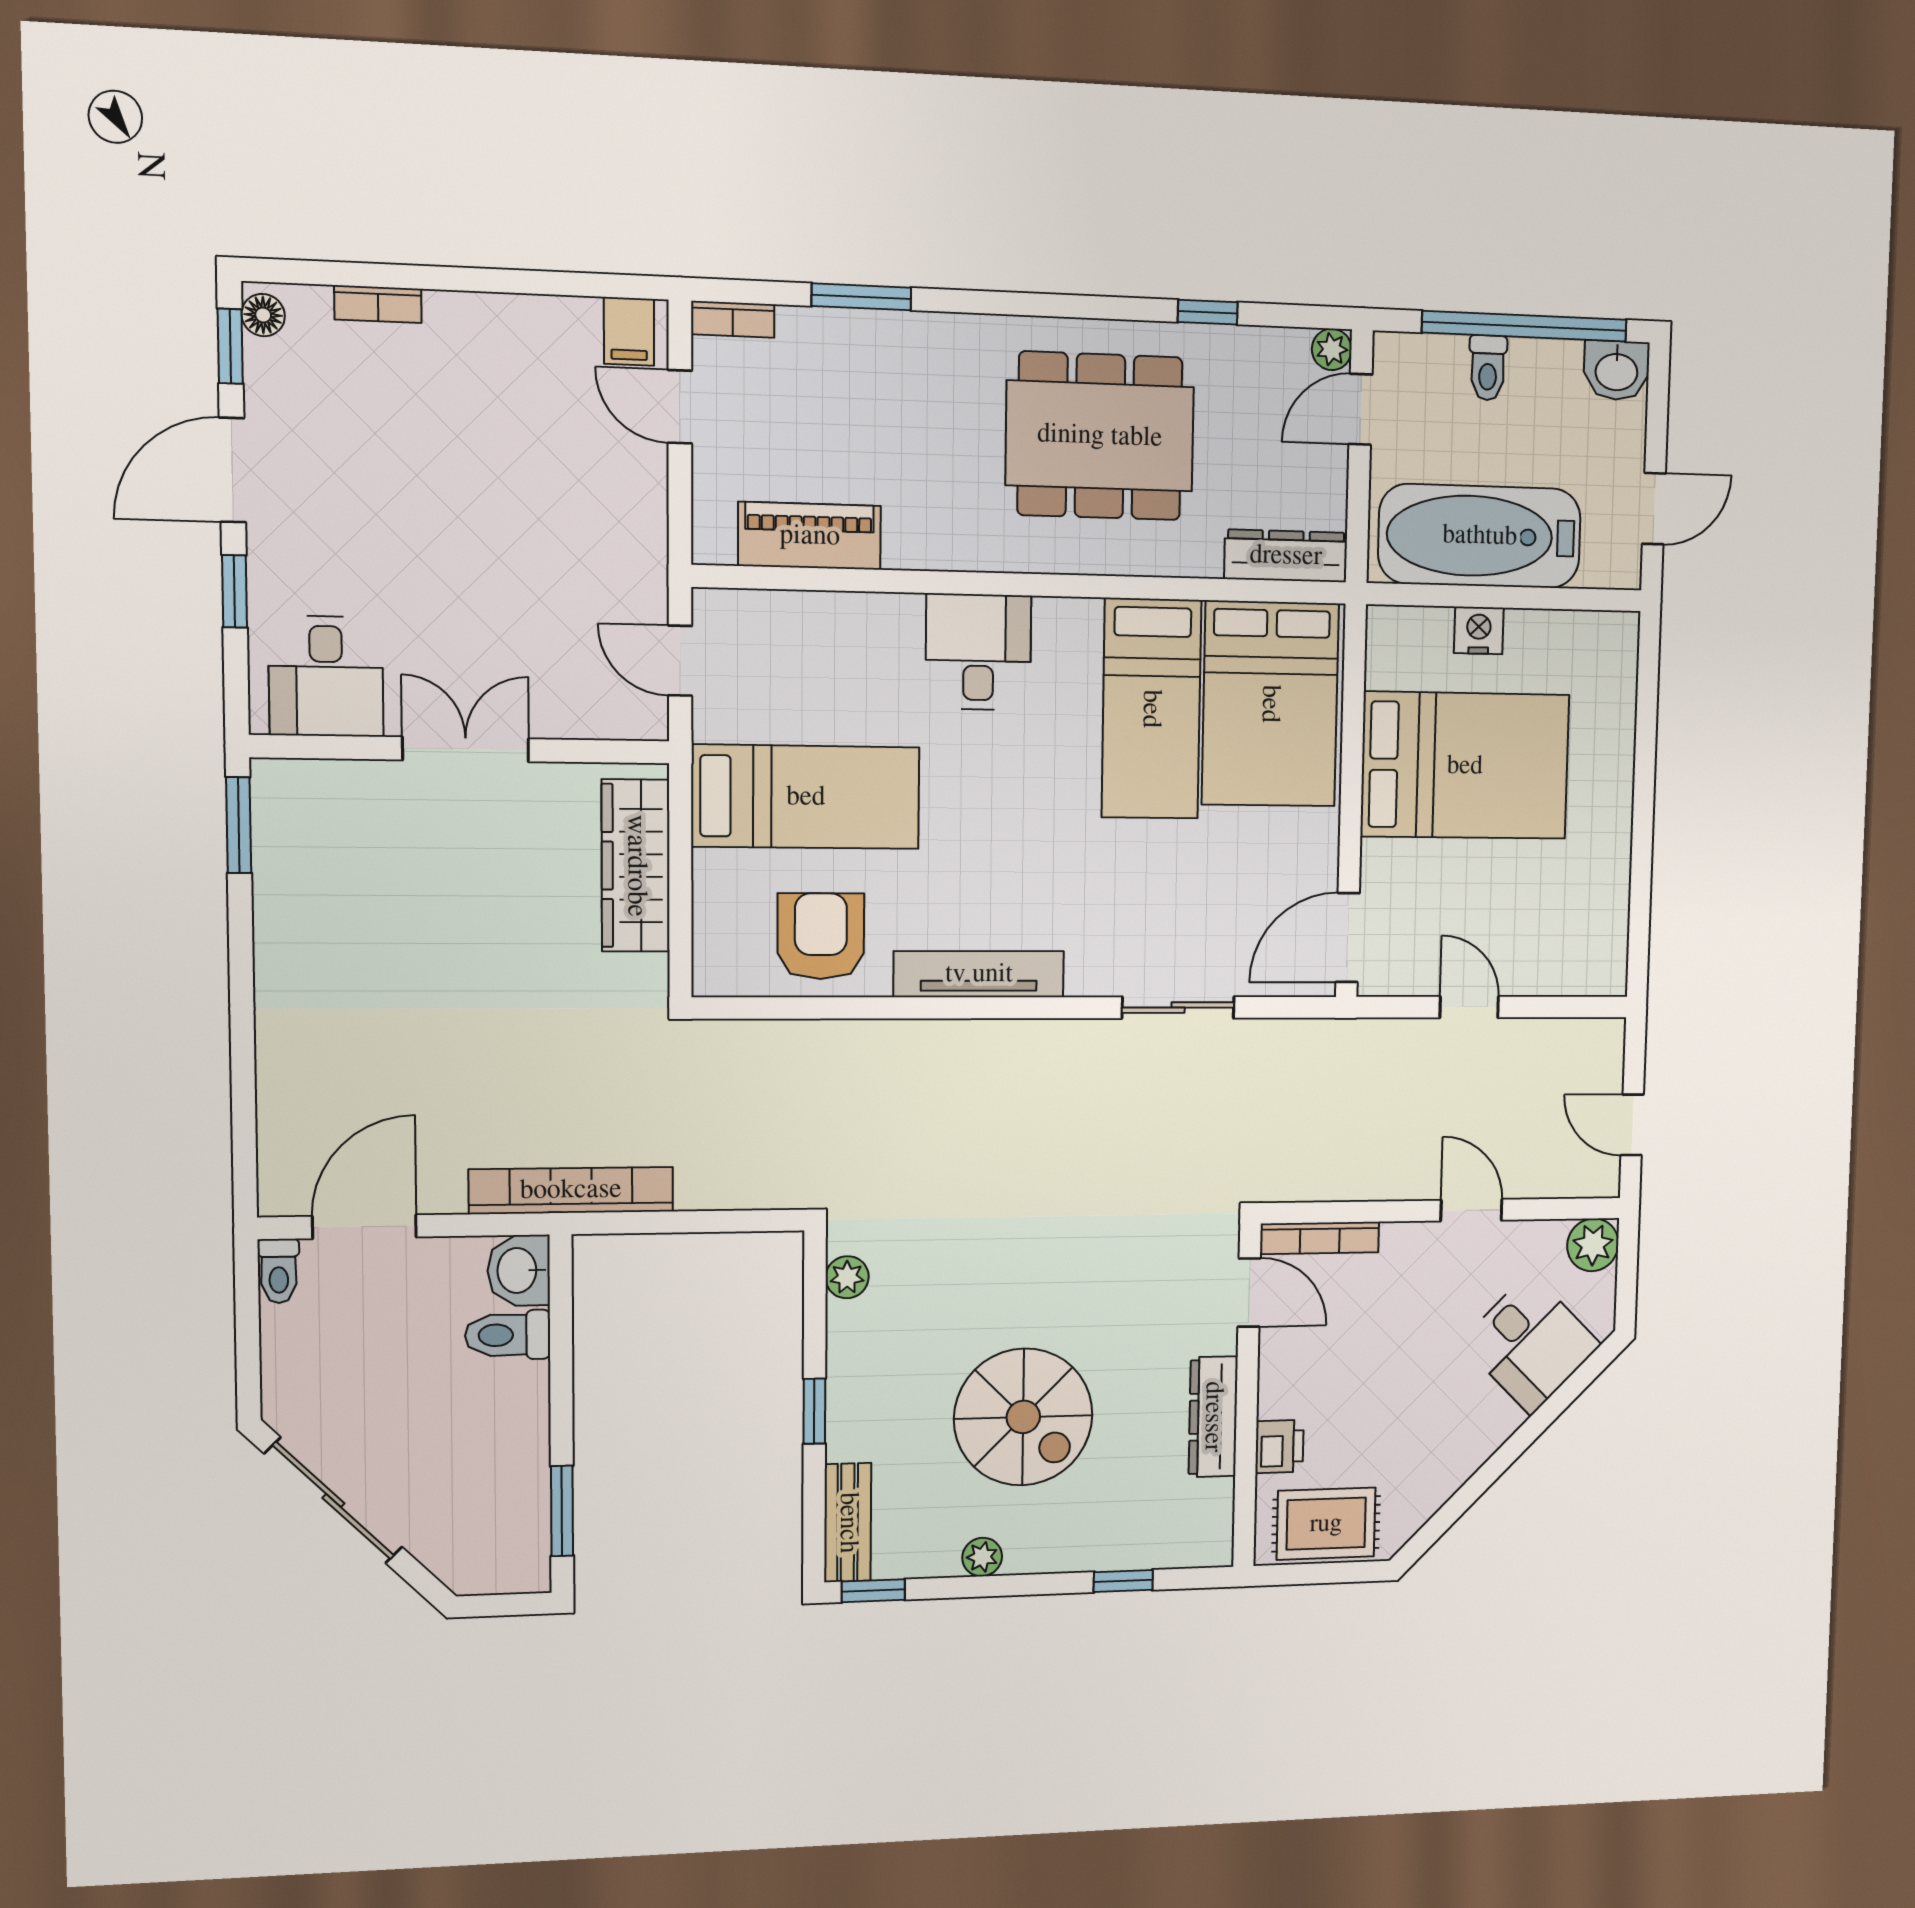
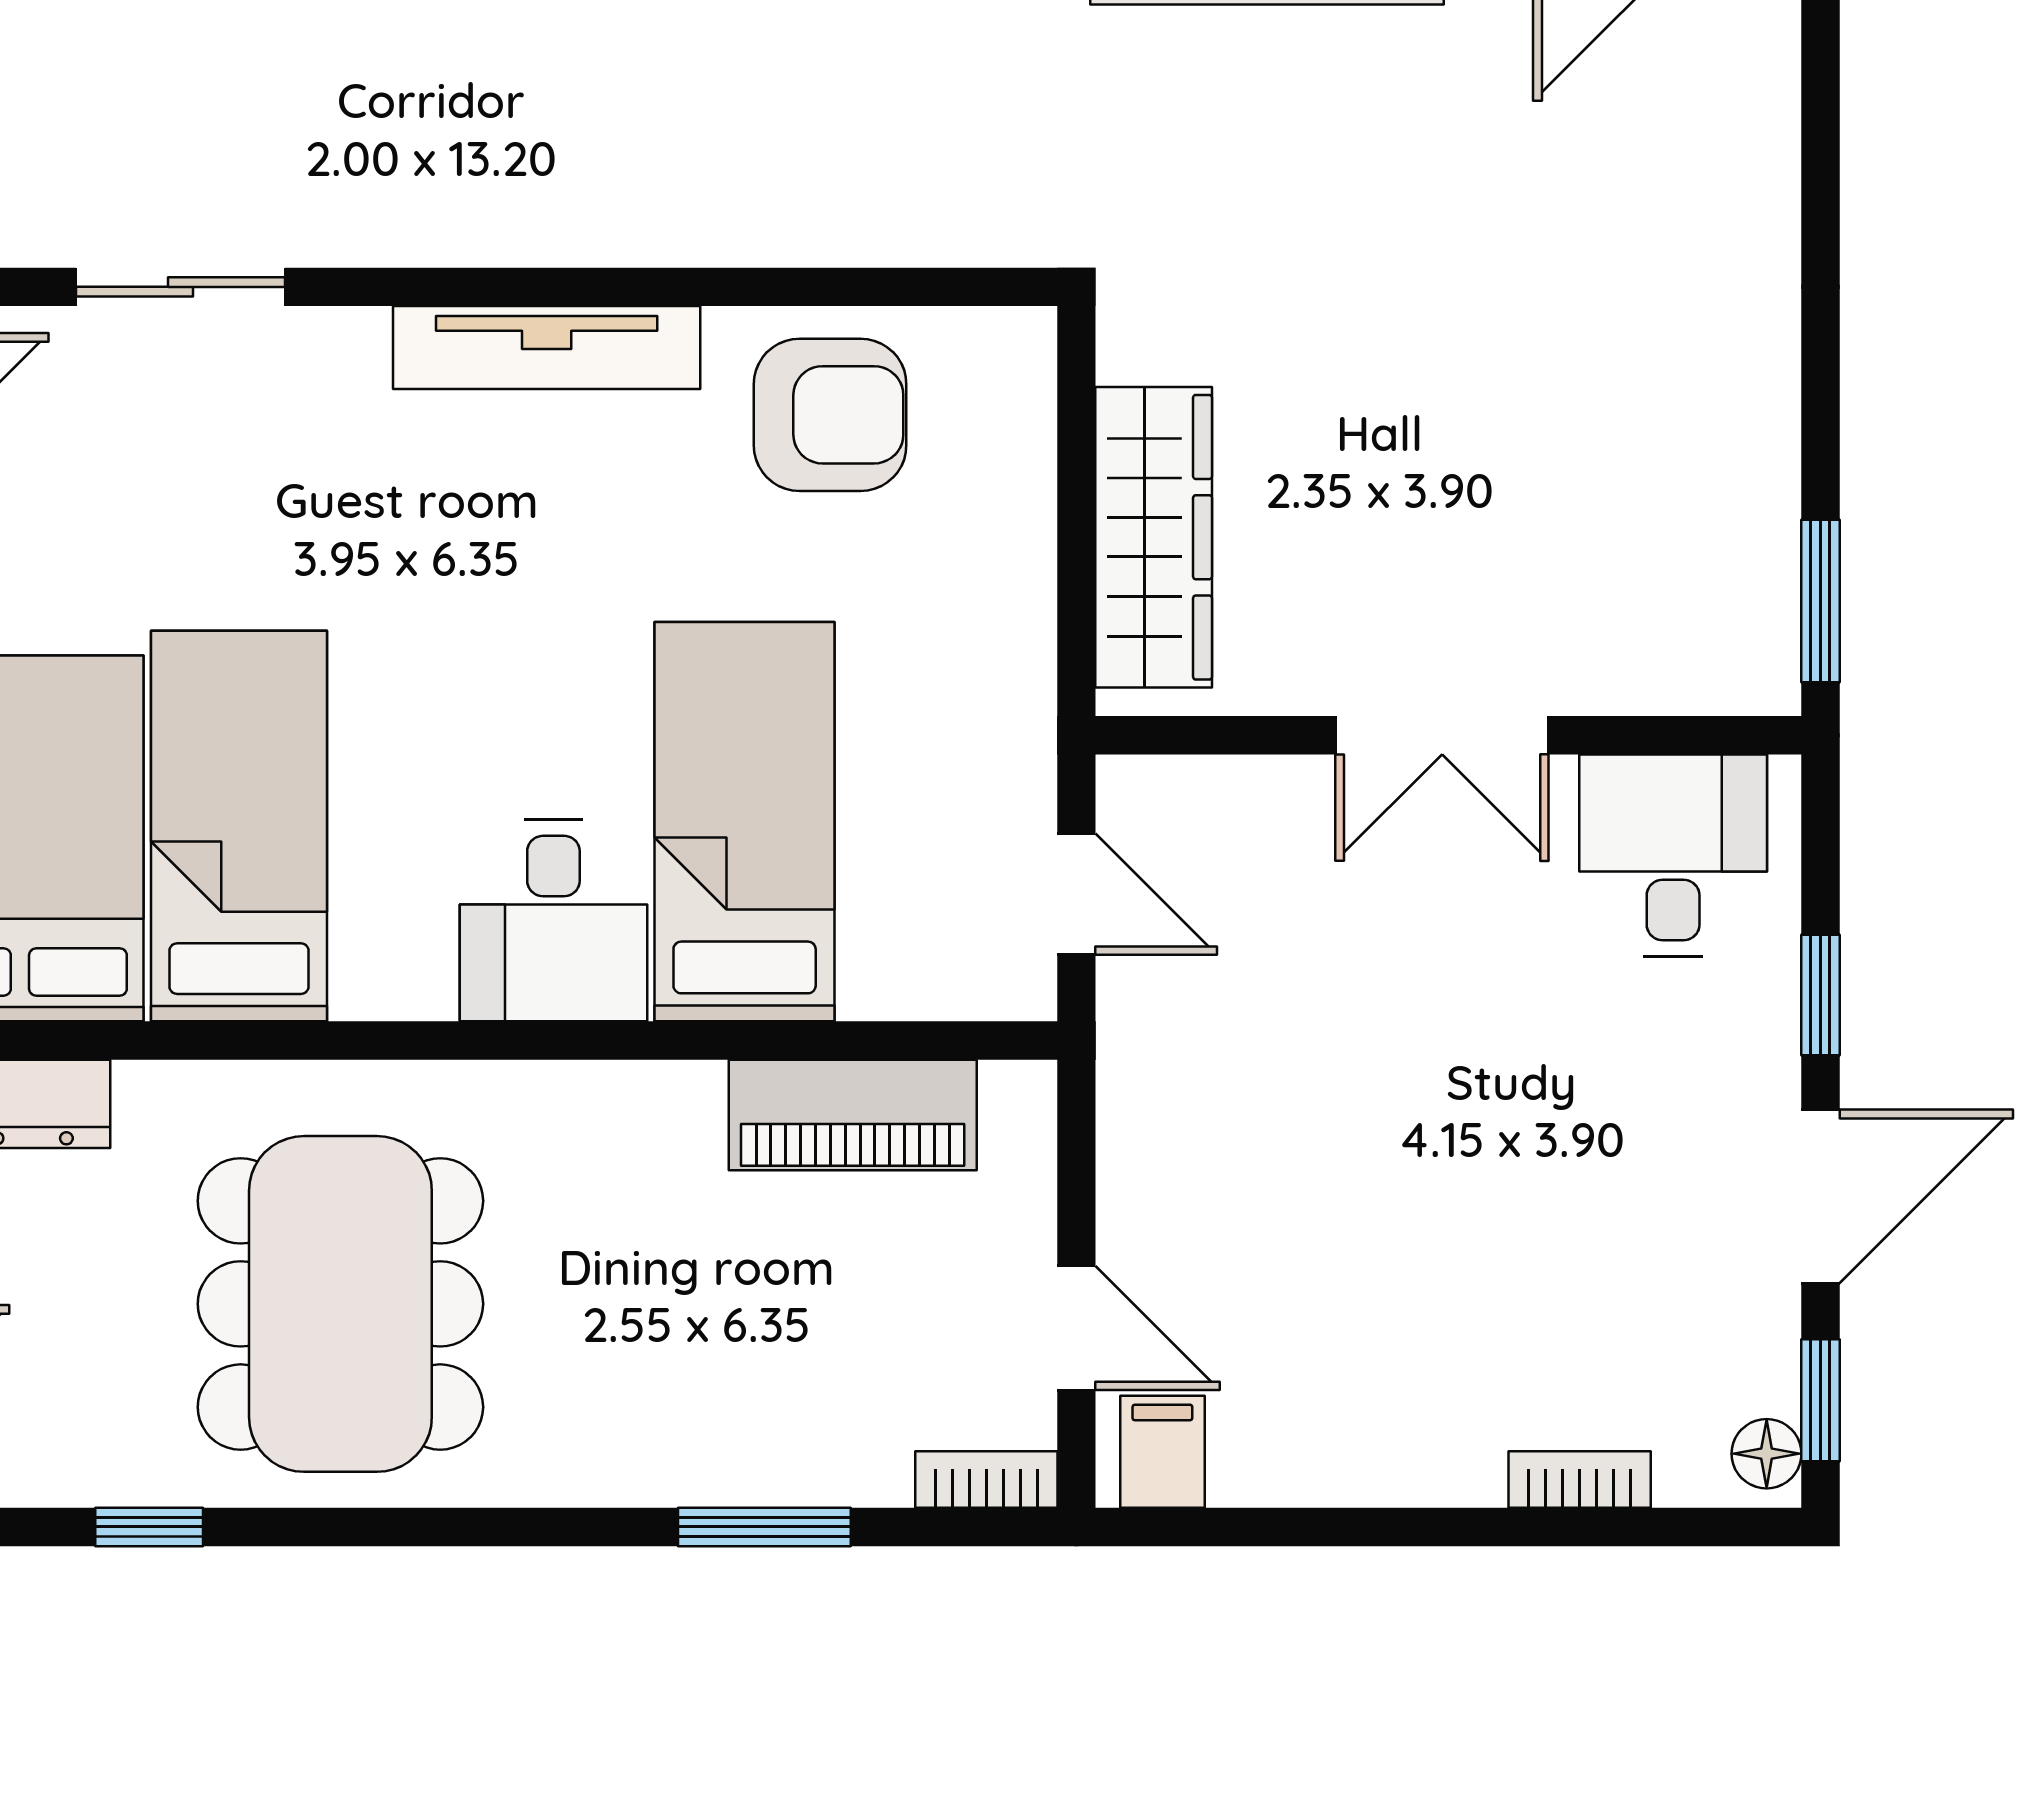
dining table: (1100, 436) -> (340, 1304), turned 90
bed: (806, 797) -> (745, 822), moved, turned 90
armchair: (821, 936) -> (830, 415), turned -90

